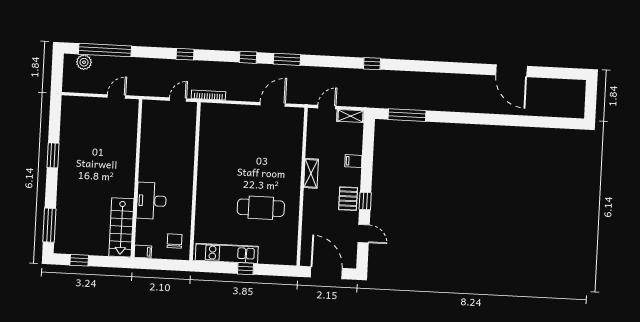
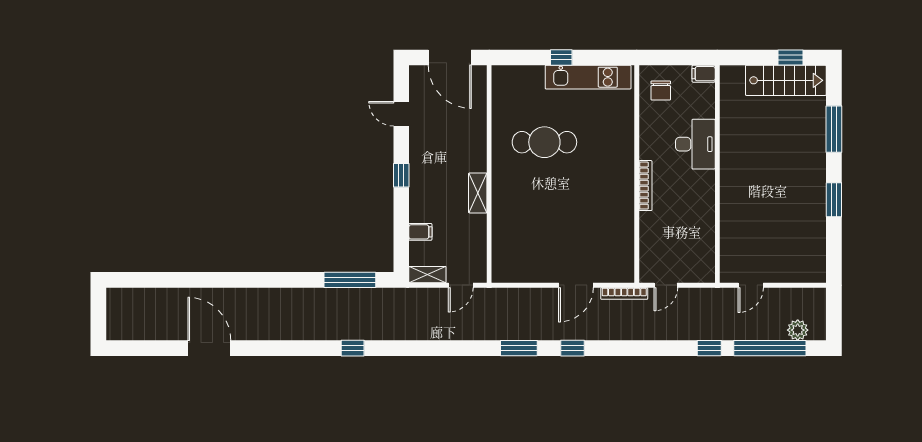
window: (185, 54) -> (709, 348), moved
window: (372, 64) -> (353, 348), moved
door: (273, 104) -> (576, 285), moved
filing cabinet: (353, 161) -> (420, 232), moved
bookcase: (189, 173) -> (646, 186), added
pallet: (348, 199) -> (425, 161), removed
window: (365, 201) -> (401, 175), moved
window: (49, 225) -> (834, 129), moved
stairs: (121, 227) -> (786, 80), moved, turned 90

